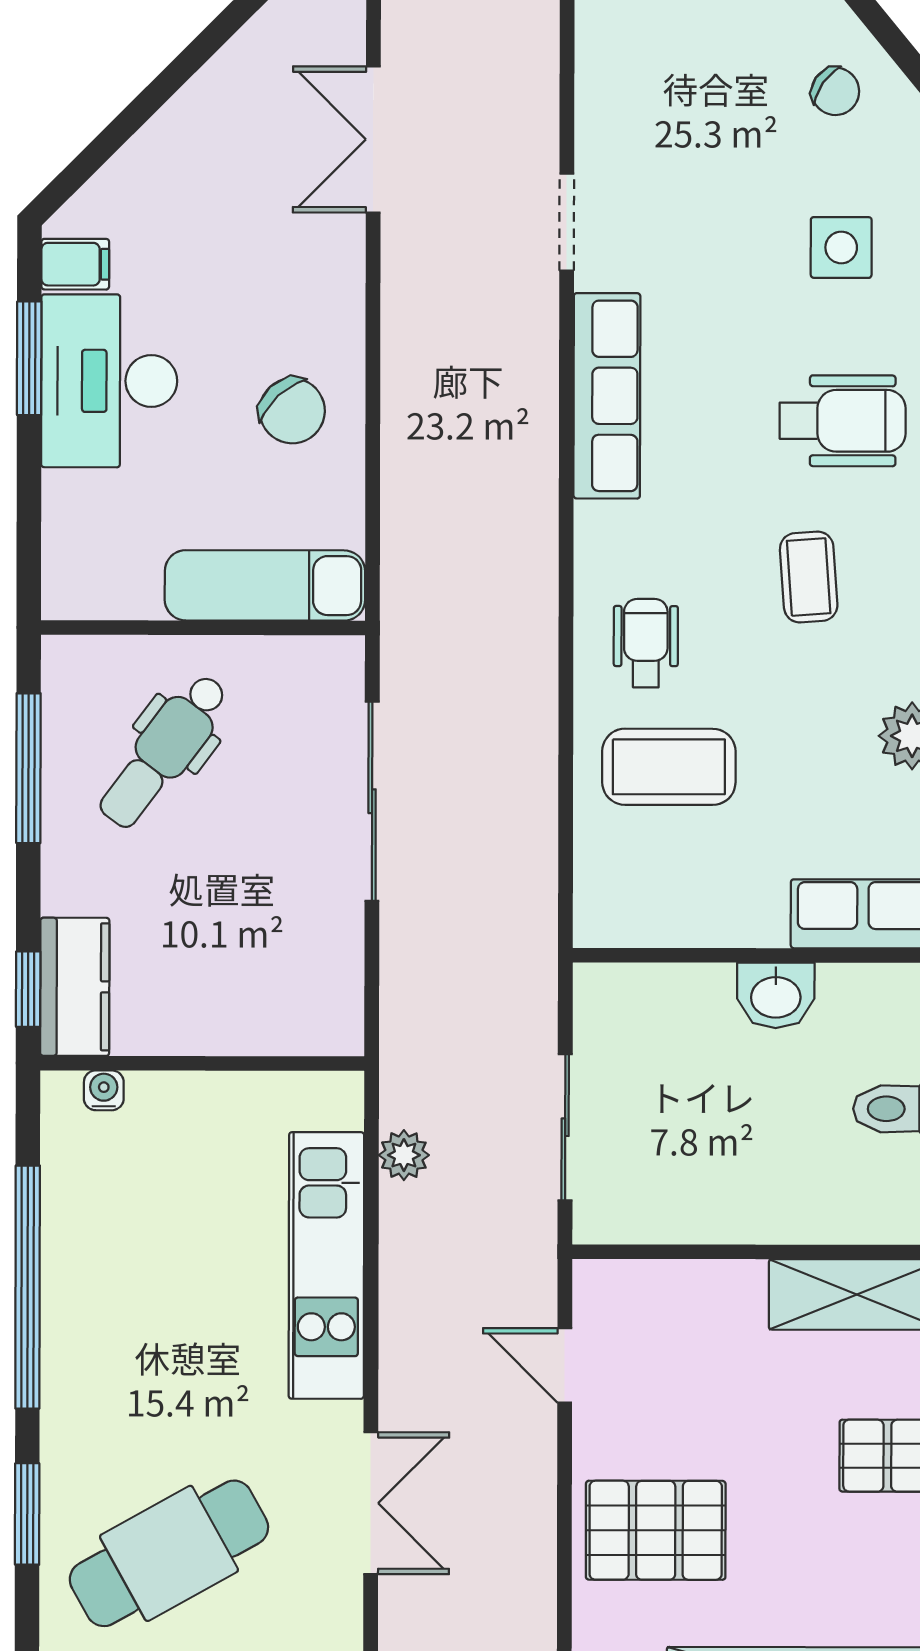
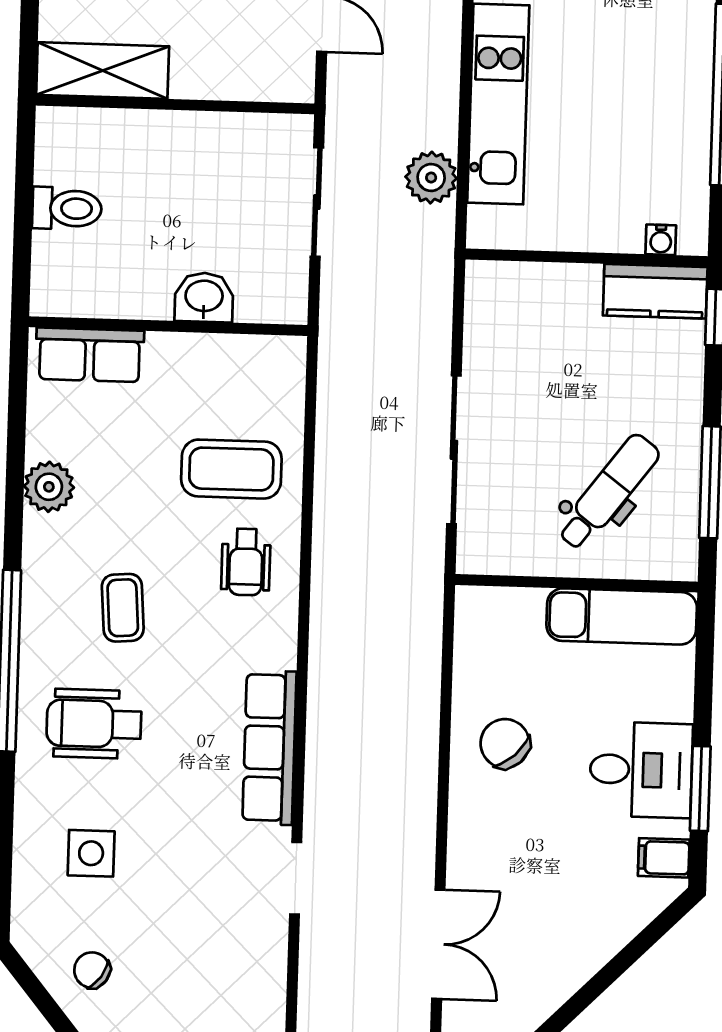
desk: (109, 381) -> (641, 770), width x0.73
exam couch: (265, 585) -> (622, 616), moved
kitchen counter: (75, 987) -> (655, 291), moved, turned -90
washbasin: (776, 995) -> (204, 297), moved
plant: (404, 1155) -> (431, 178), width x1.38, depth x1.38

